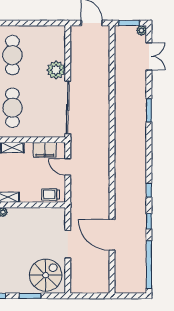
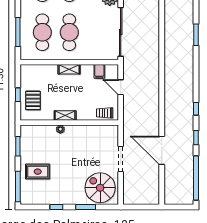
filing cabinet: (45, 150) -> (99, 71), width x0.50
spiral stairs: (46, 275) -> (100, 188), turned -90

